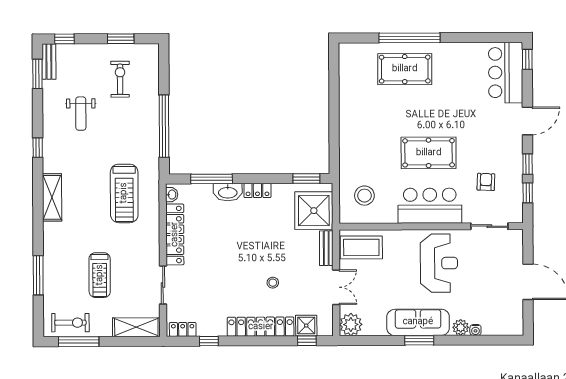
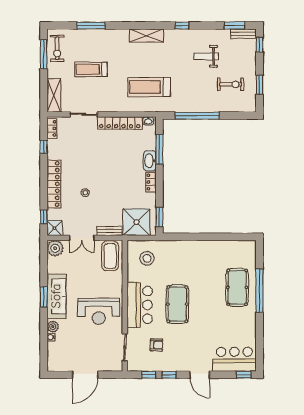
shower: (306, 326) -> (54, 228), moved

